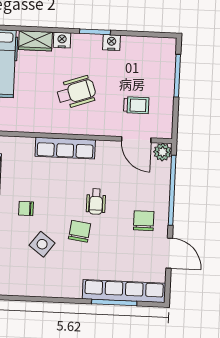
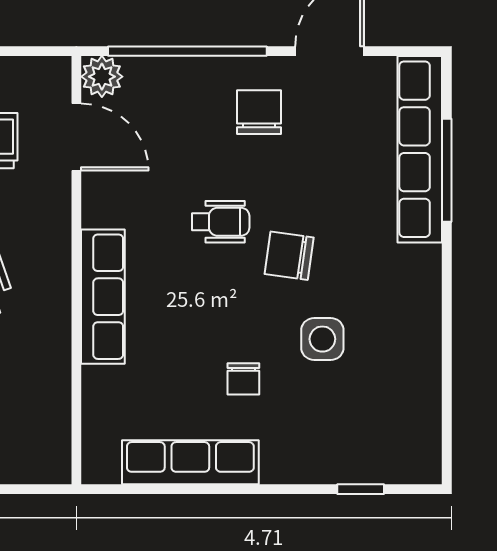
door: (136, 140) -> (76, 137), hinge flipped
chair: (144, 221) -> (259, 112), turned 90
side table: (42, 244) -> (322, 339), turned -37

